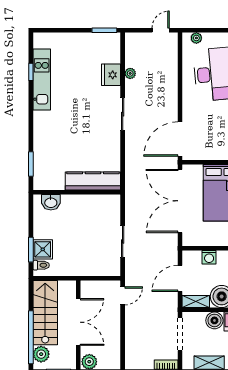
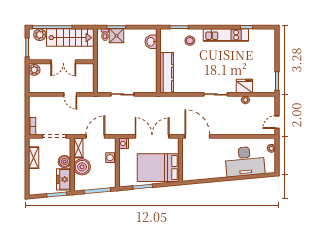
door: (161, 30) -> (277, 122), swing flipped
kitchen unit: (42, 80) -> (226, 35), moved
stool: (49, 149) -> (190, 41), added
double door: (180, 201) -> (152, 136), width x0.73
nightstand: (190, 240) -> (124, 144), added
door: (180, 278) -> (95, 136), hinge flipped
door: (123, 296) -> (70, 94), moved
double door: (78, 322) -> (63, 62), width x0.73

